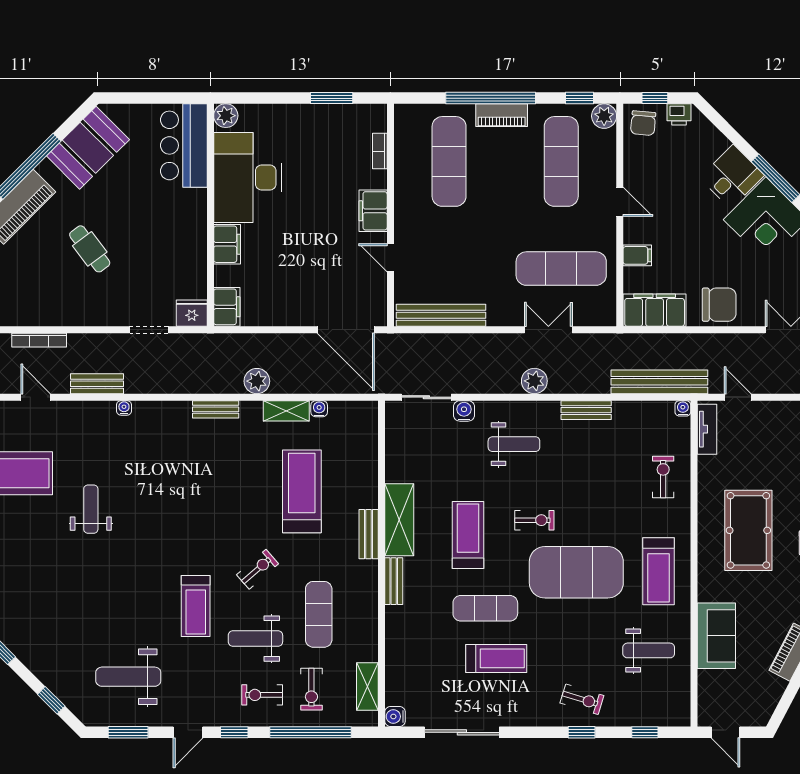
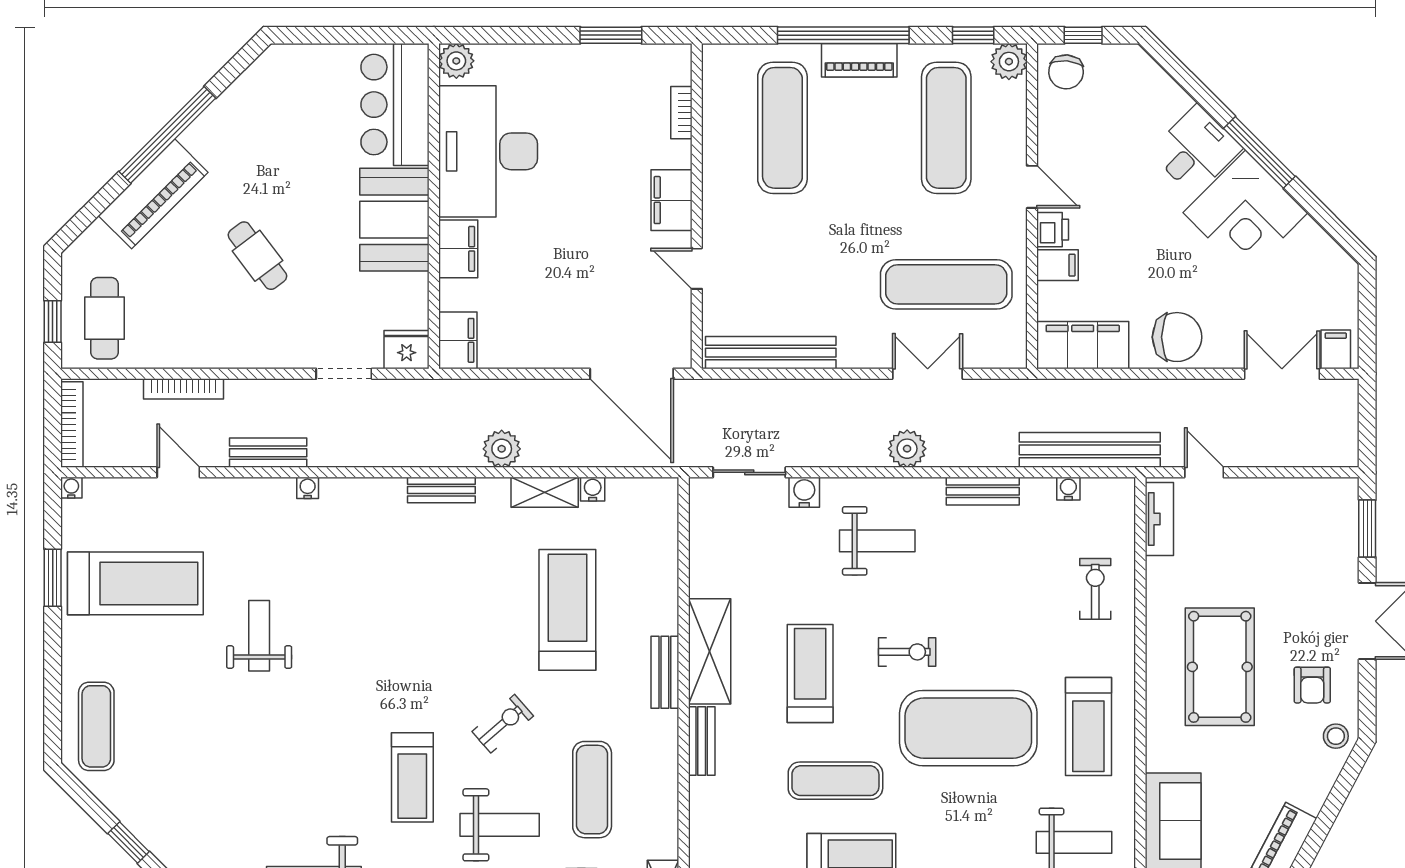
printer: (679, 114) -> (1053, 230), moved, turned -90
booth: (88, 148) -> (394, 220), moved, turned -45
water cooler: (683, 408) -> (1068, 489), moved
weight bench: (255, 639) -> (500, 825), turned 180

